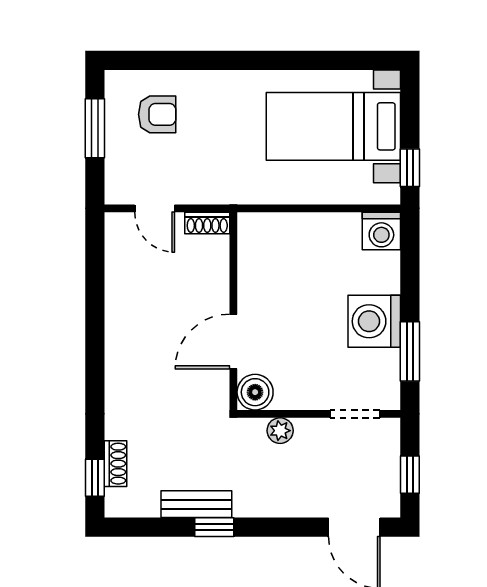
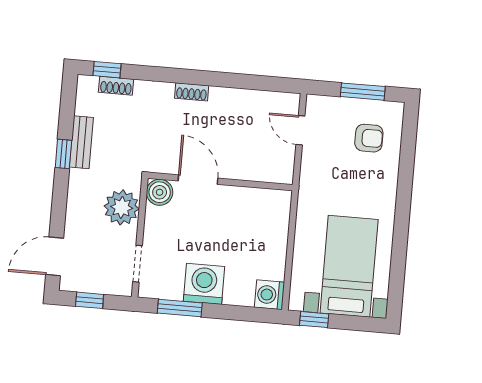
armchair: (157, 114) -> (369, 138), turned -90
door: (155, 208) -> (300, 130), hinge flipped
shoe rack: (207, 223) -> (192, 92), moved, turned -90
plant: (280, 431) -> (122, 207), width x1.87, depth x1.87

